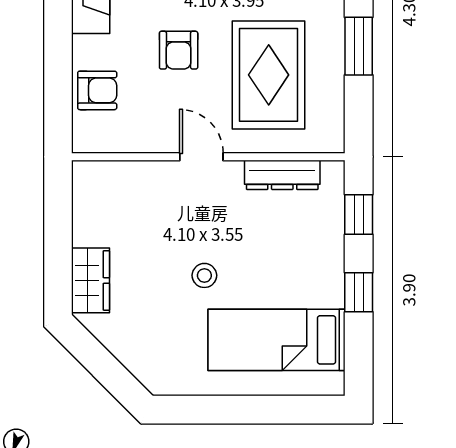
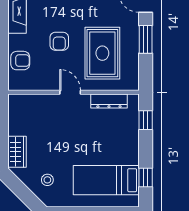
stool: (204, 275) -> (47, 180), moved
window: (359, 292) -> (146, 177), moved

